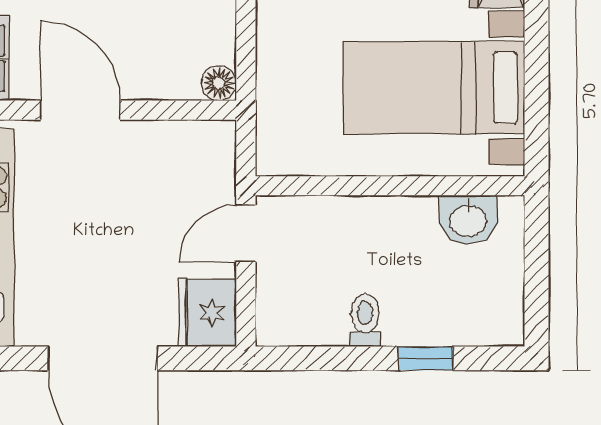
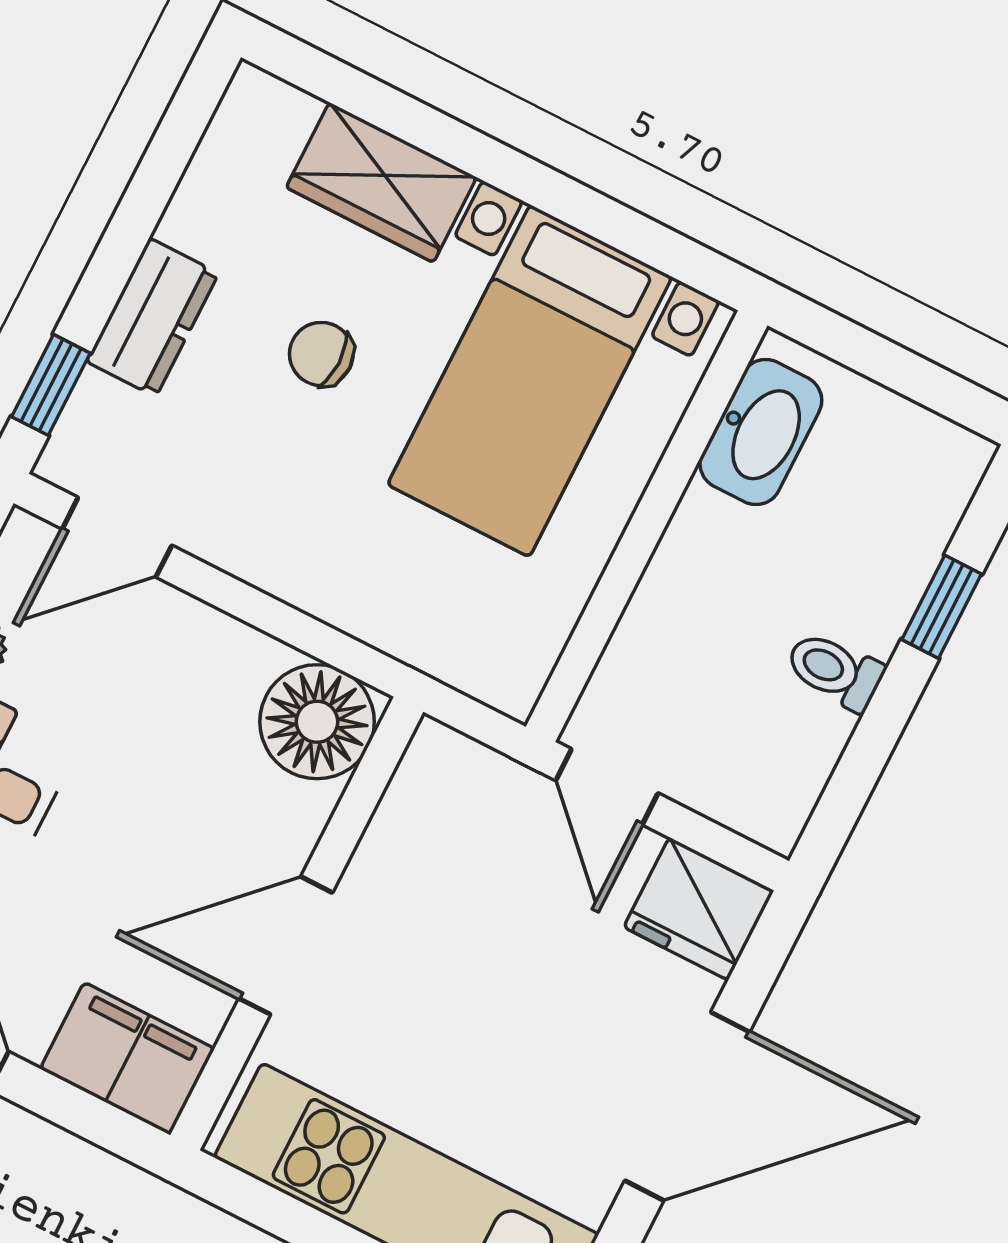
floor lamp: (219, 83) -> (317, 722), width x1.89, depth x1.89
washbasin: (468, 220) -> (761, 432), width x1.38

